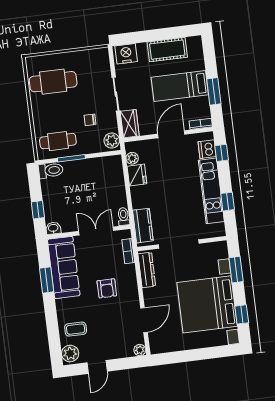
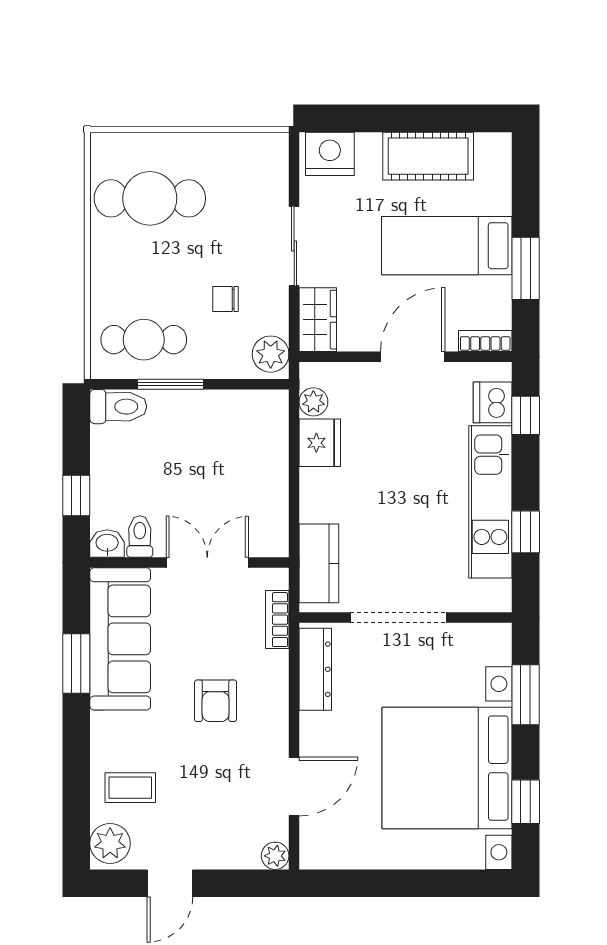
toilet: (124, 216) -> (140, 536), moved

